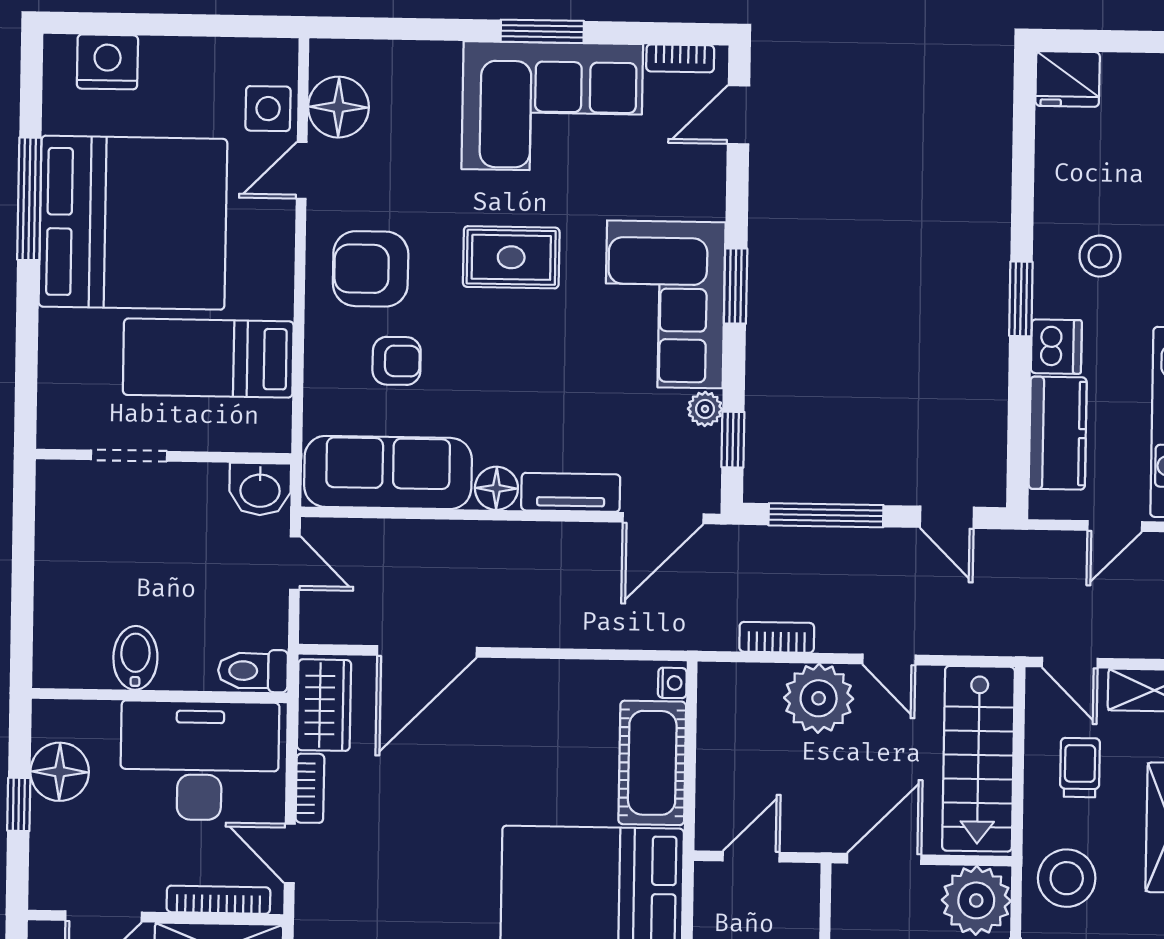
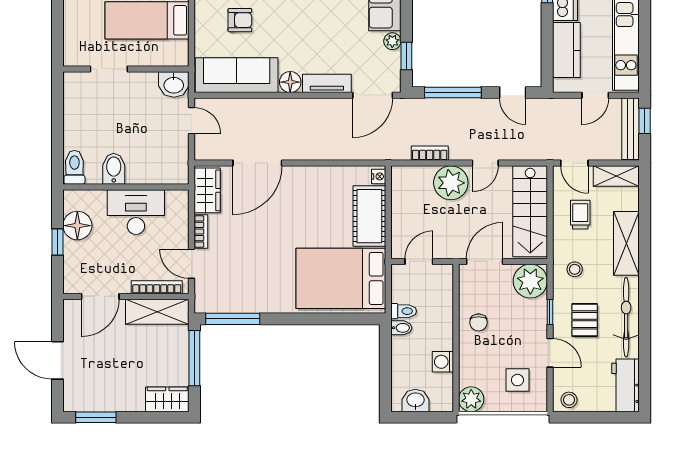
door: (889, 660) -> (485, 163), hinge flipped
toilet: (253, 671) -> (74, 167), moved, turned 90
desk: (200, 761) -> (136, 212), width x0.73, depth x0.77
stool: (1067, 878) -> (575, 269), width x0.53, depth x0.53

